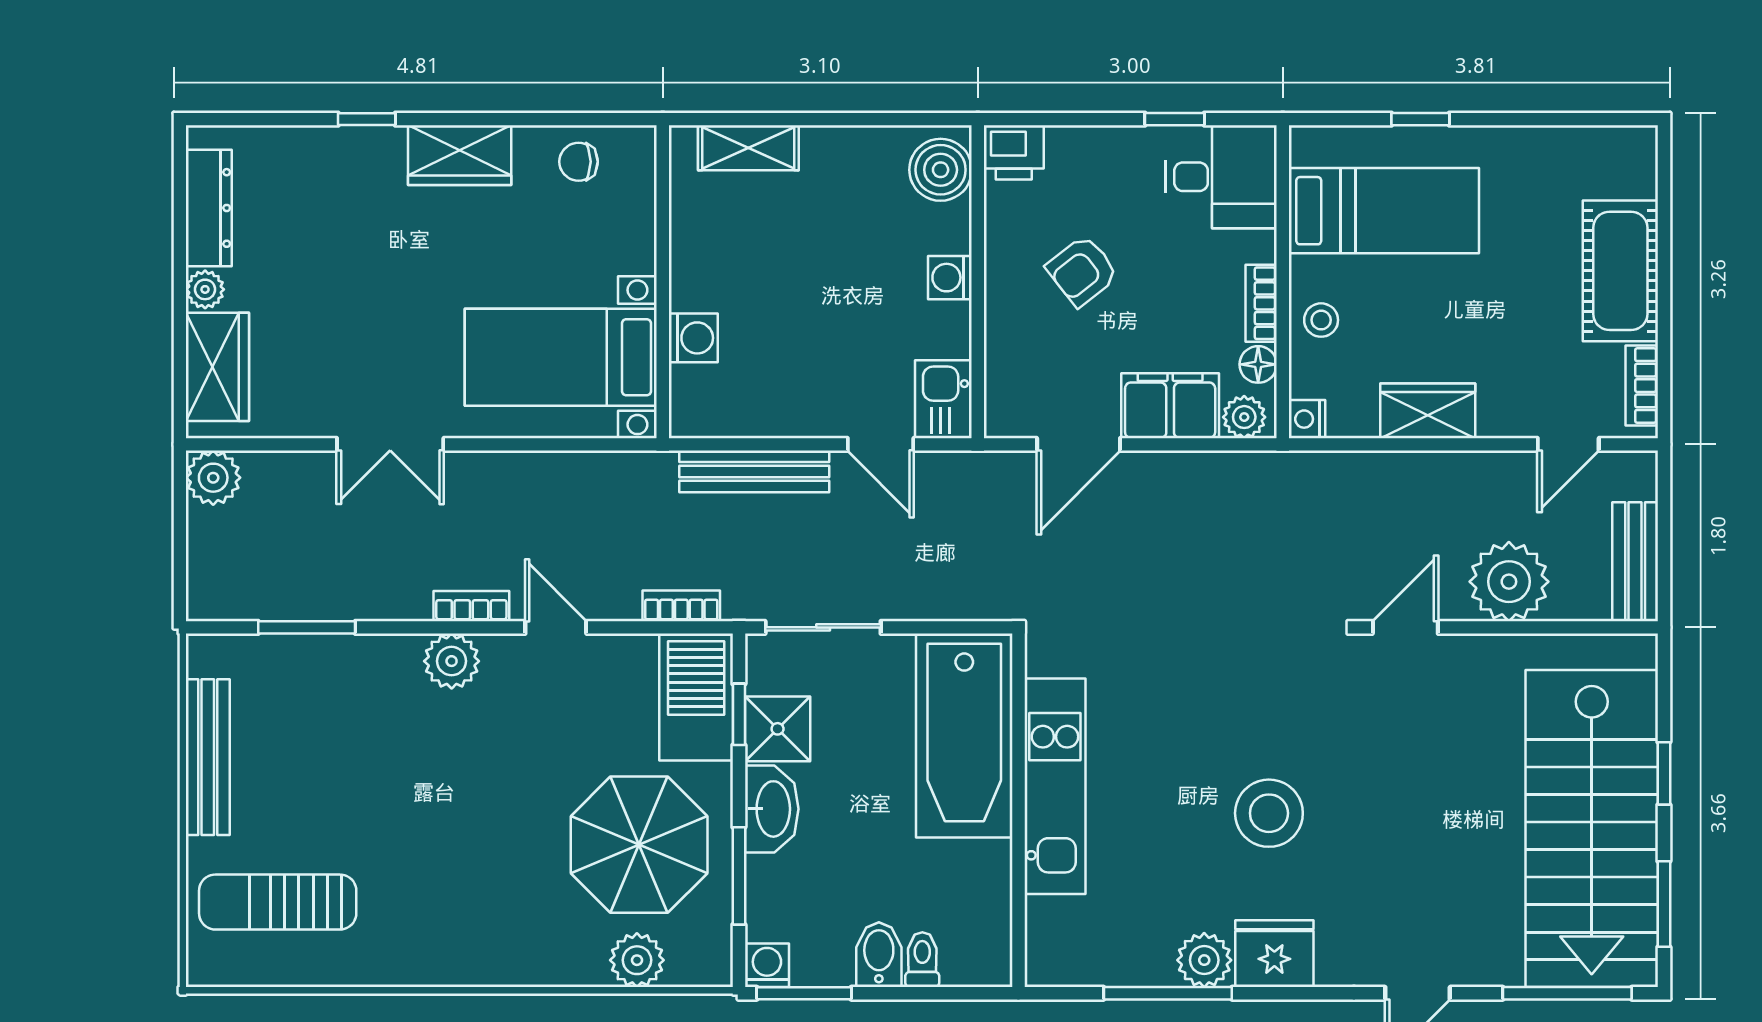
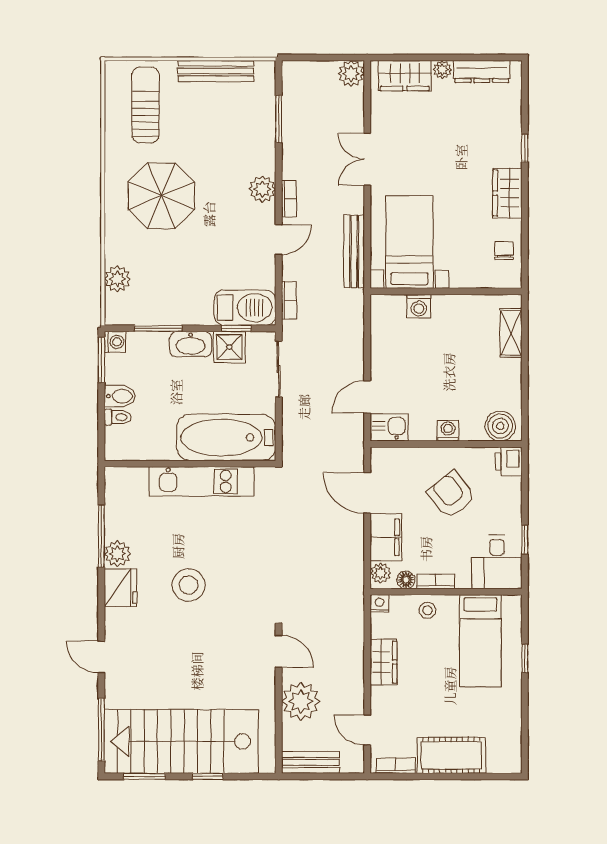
armchair: (1082, 271) -> (451, 495), width x1.38, depth x1.38
bench: (754, 471) -> (354, 251), moved
parasol: (639, 845) -> (161, 196), moved

